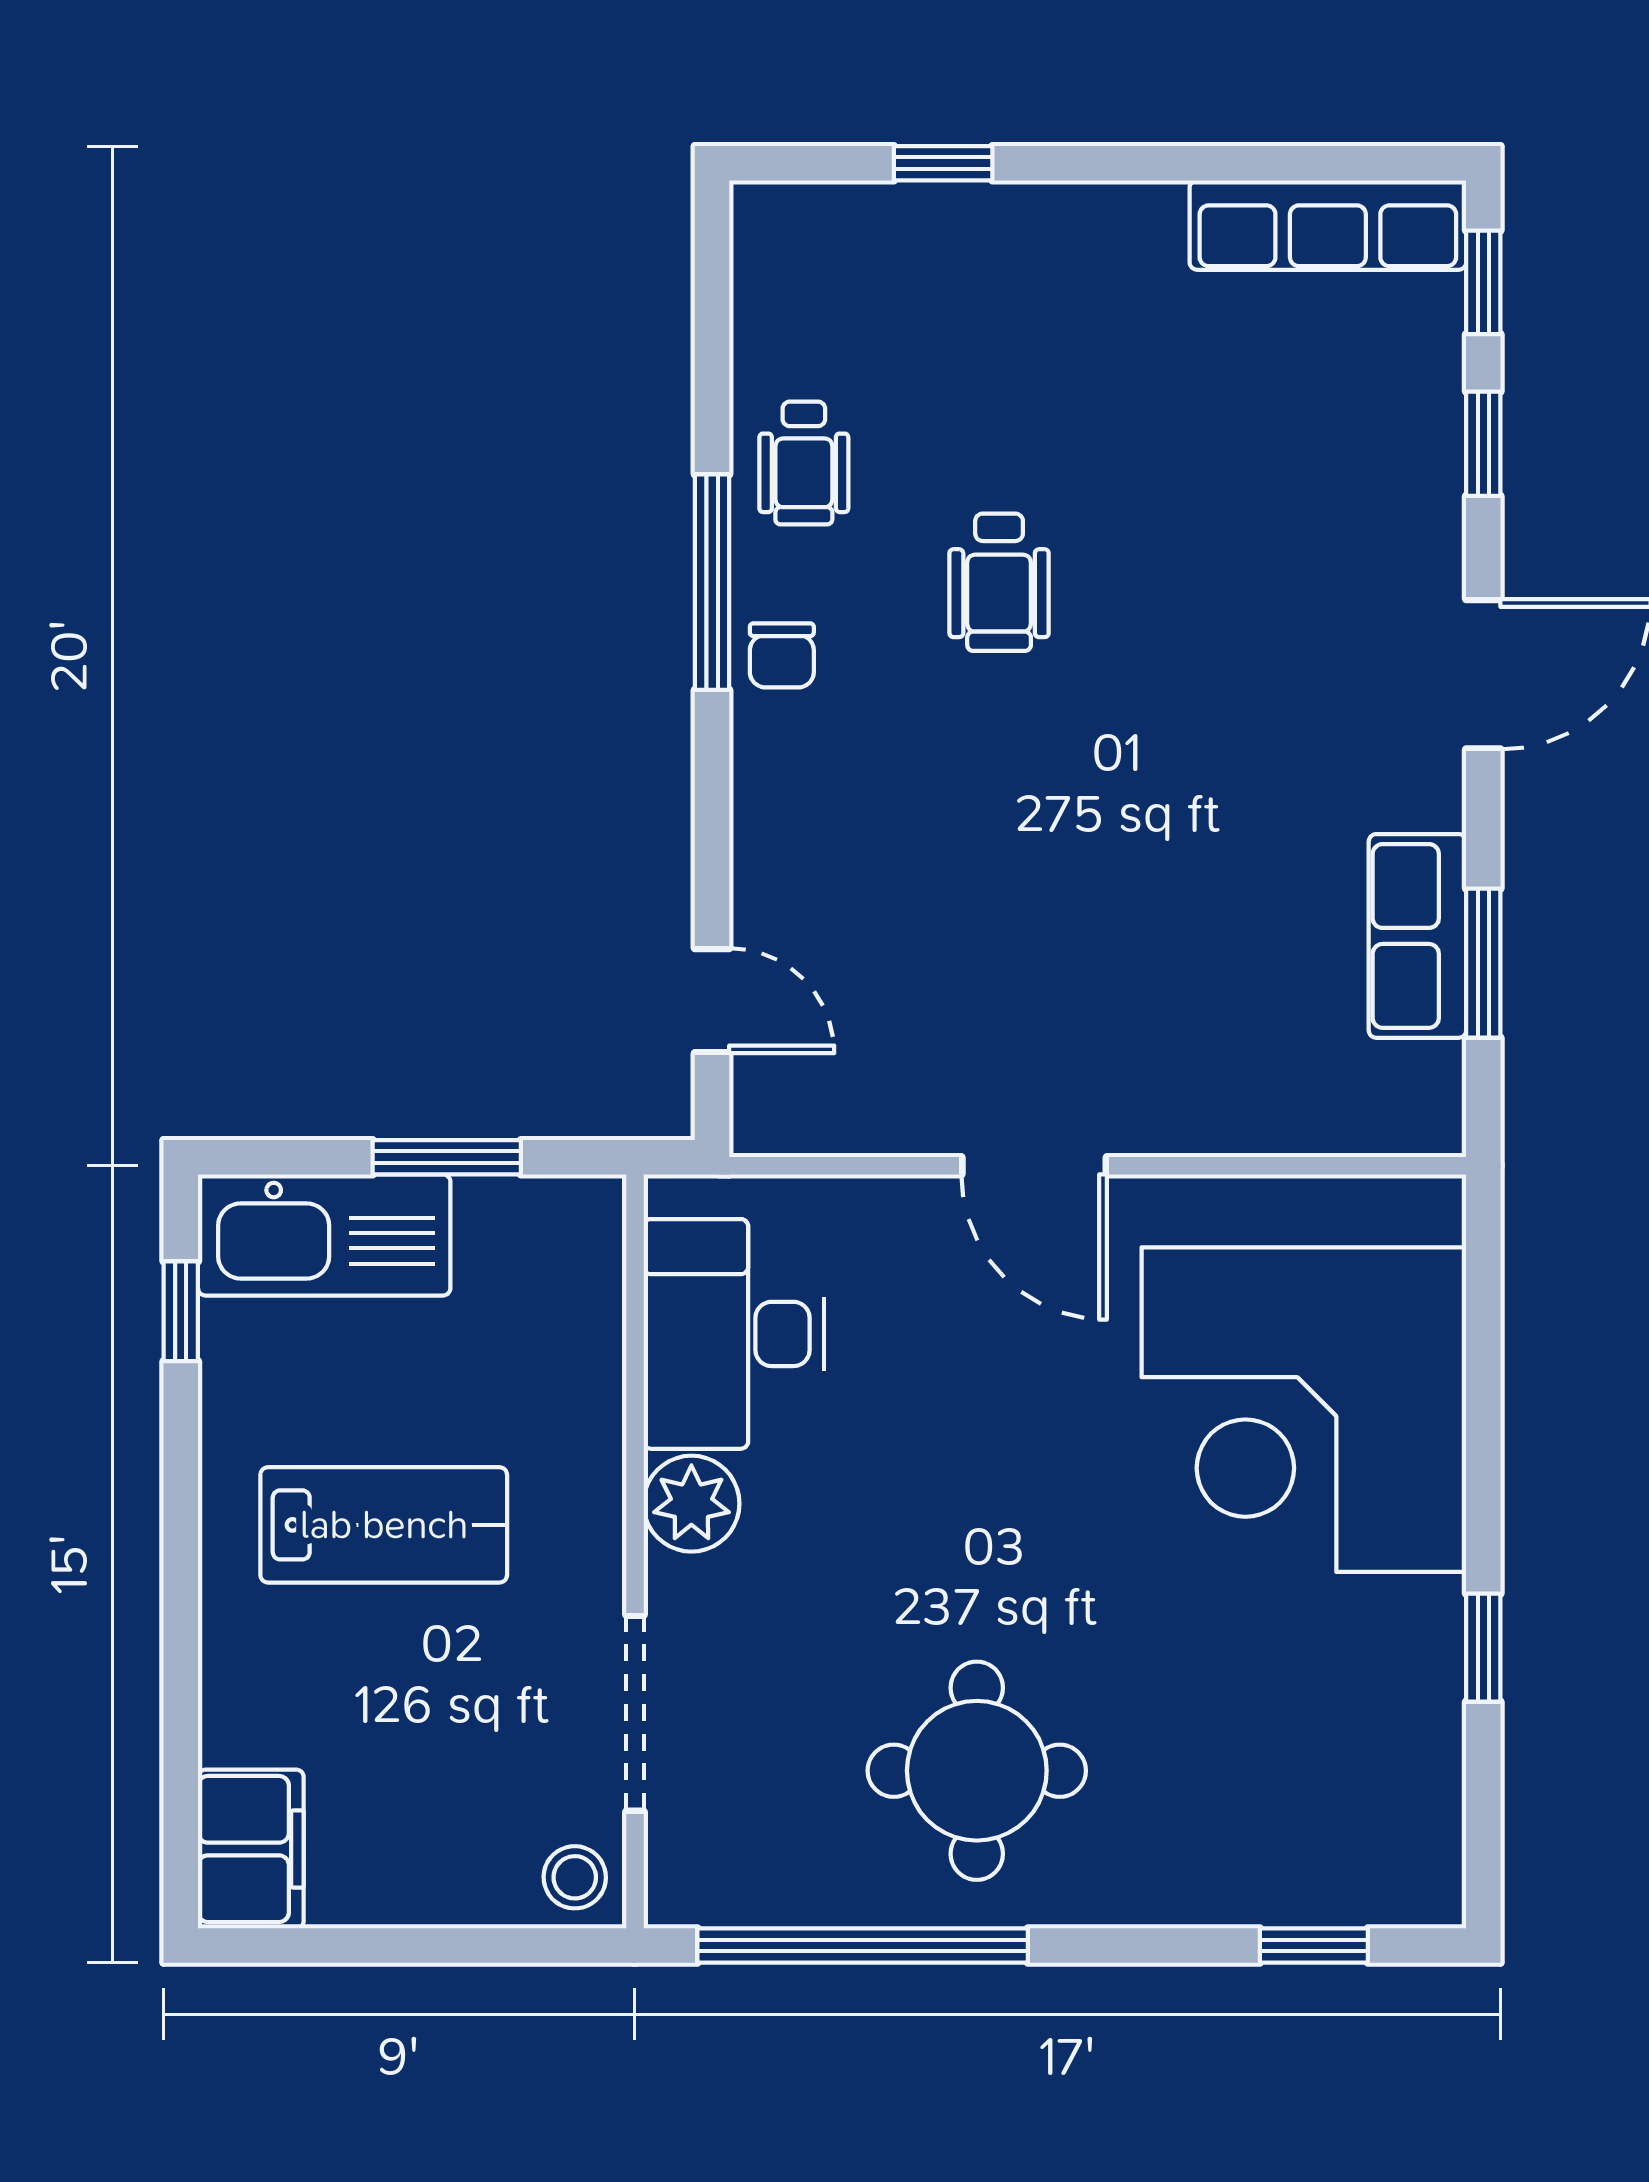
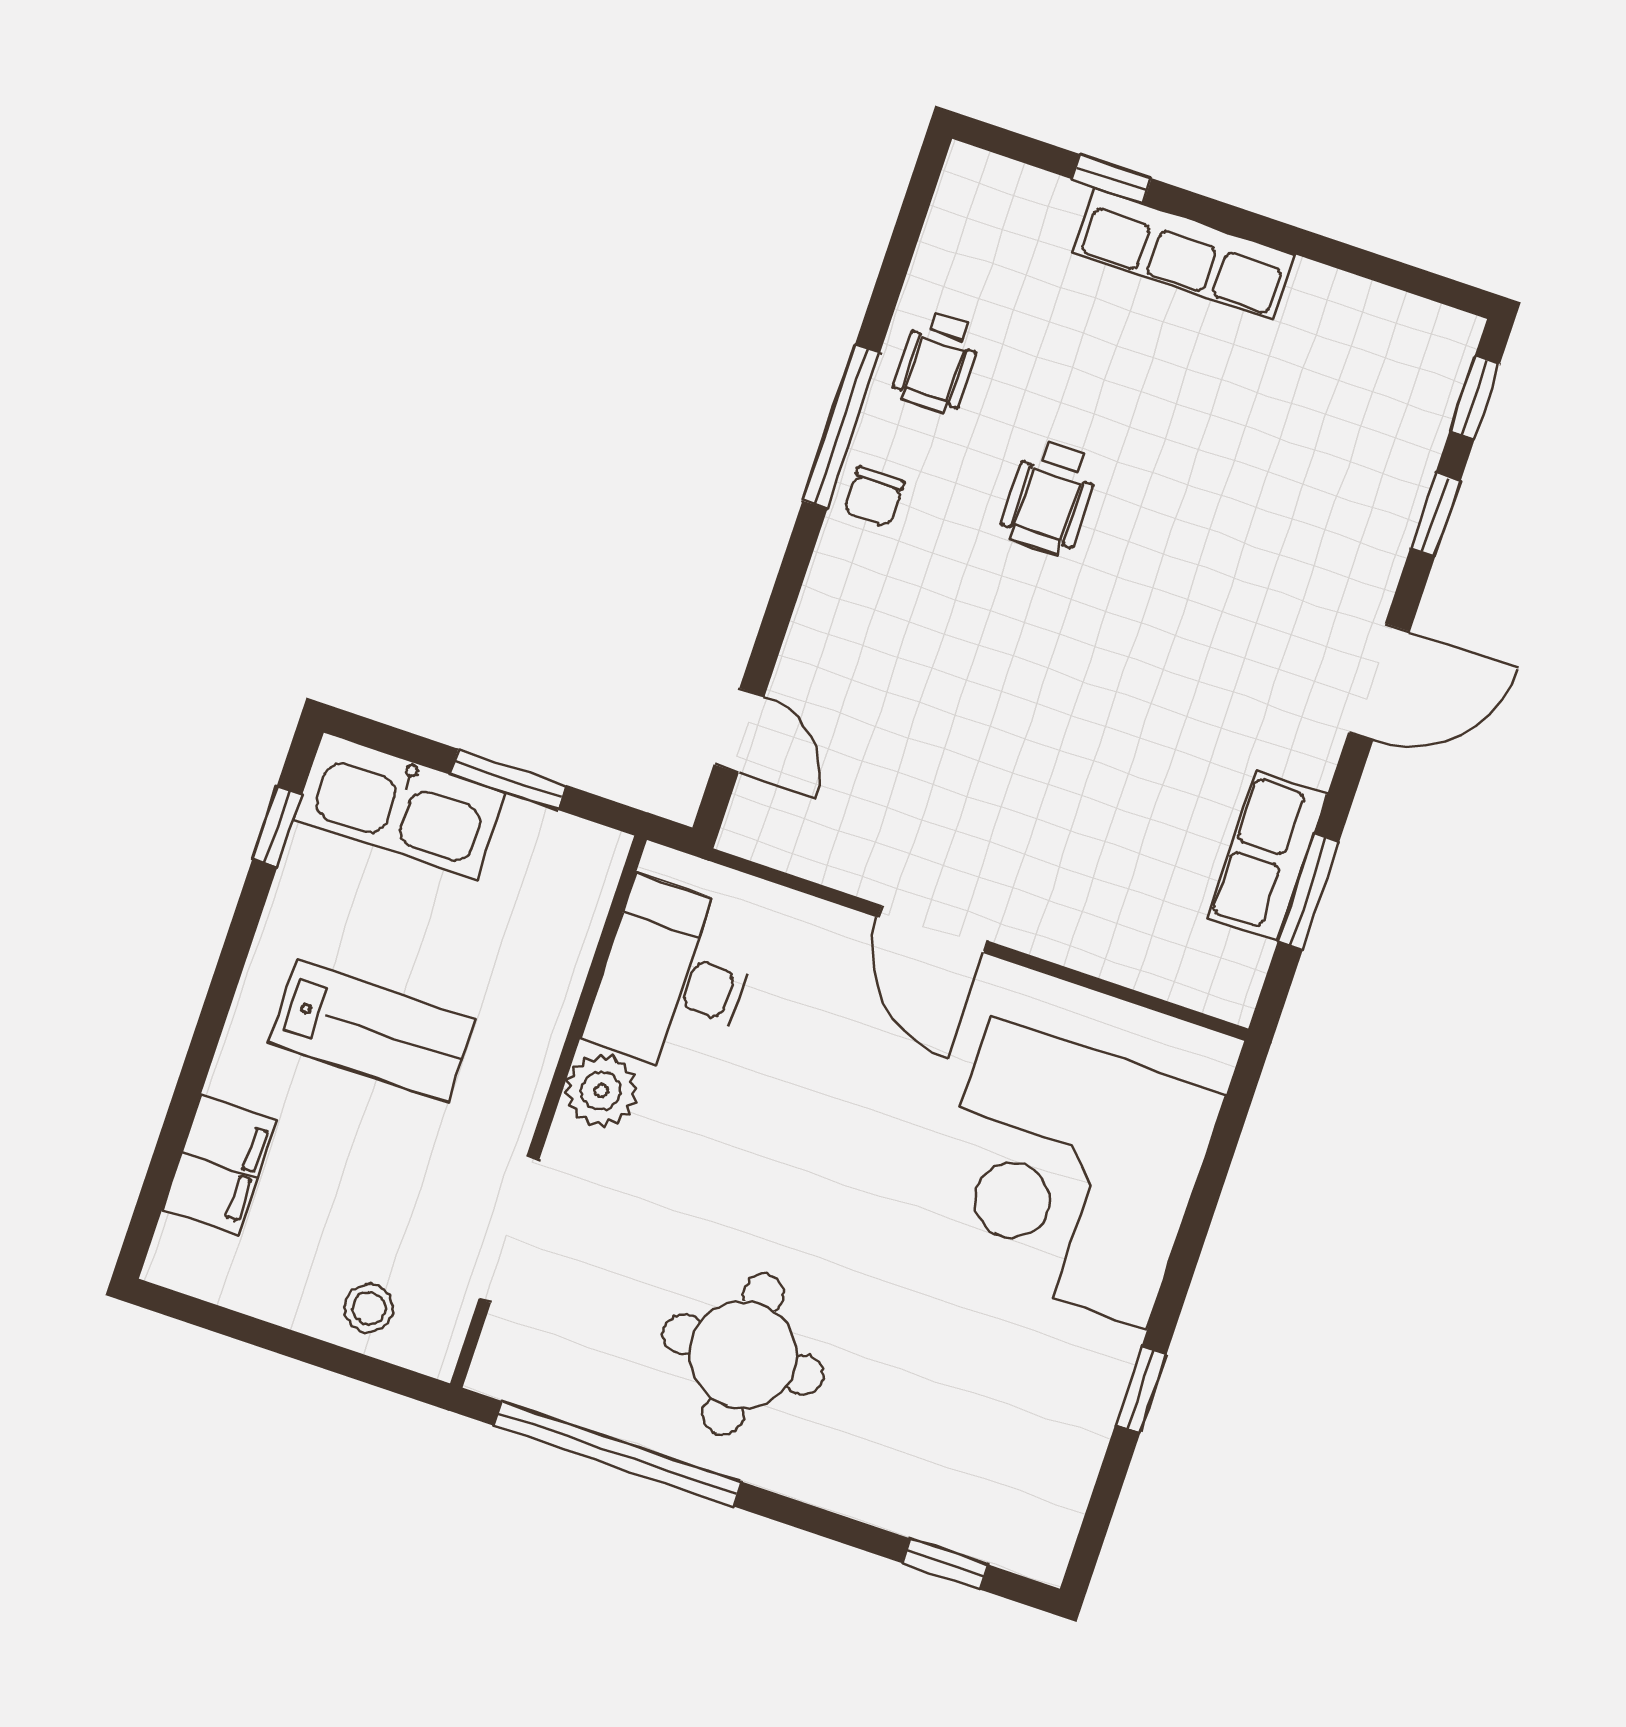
row of seats: (1328, 225) -> (1184, 253), moved
filing cabinet: (251, 1849) -> (220, 1165), moved
stool: (575, 1877) -> (369, 1308), moved

